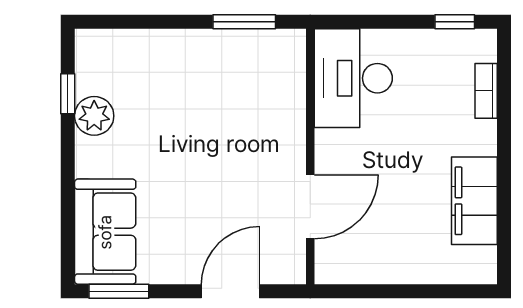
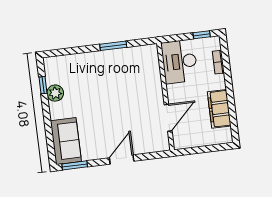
desk: (353, 78) -> (179, 62), moved
wall: (310, 157) -> (165, 97), moved
door: (310, 207) -> (168, 118), moved

